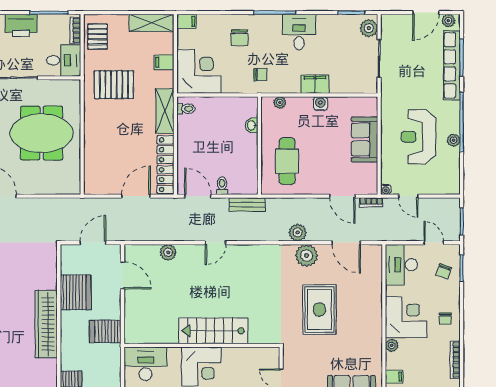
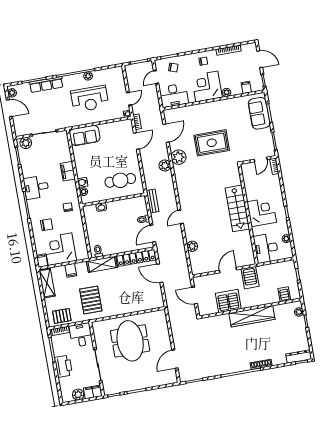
row of seats: (452, 65) -> (46, 85), width x0.73
corner desk: (199, 71) -> (60, 249), moved
water cooler: (320, 104) -> (83, 182), moved
sofa: (364, 139) -> (85, 135), moved
door: (216, 243) -> (181, 217), swing flipped
door: (123, 275) -> (228, 270), moved

